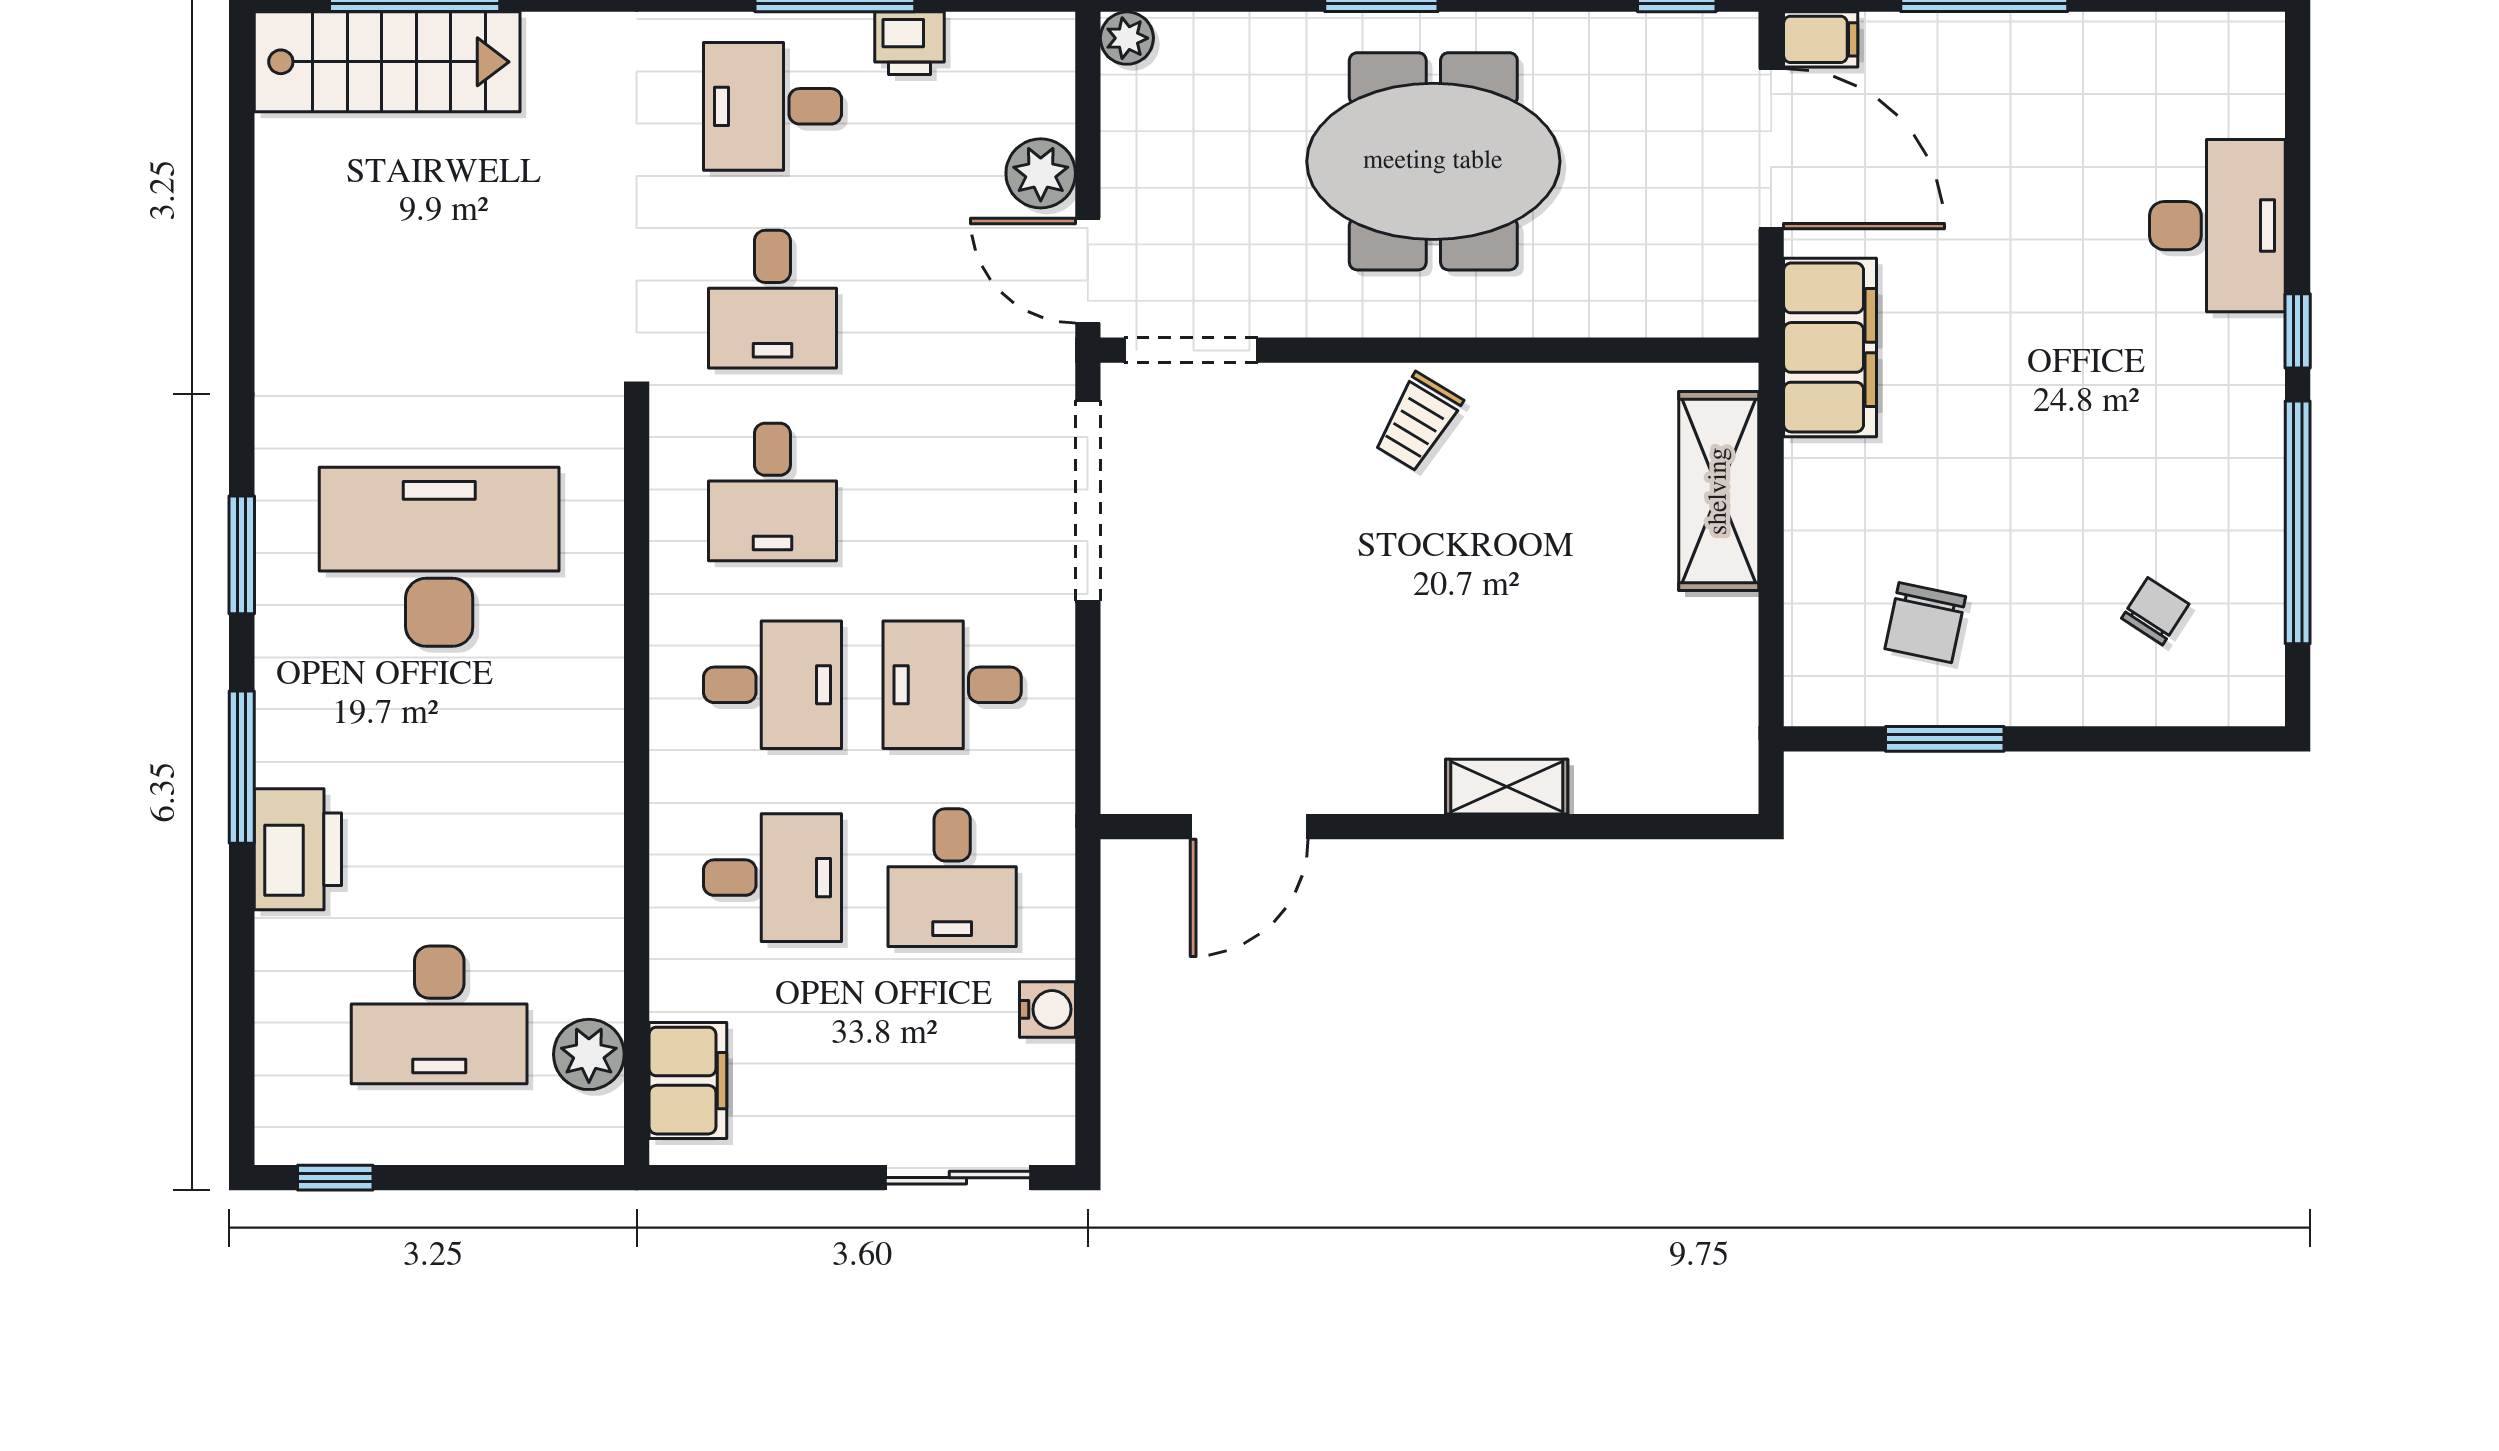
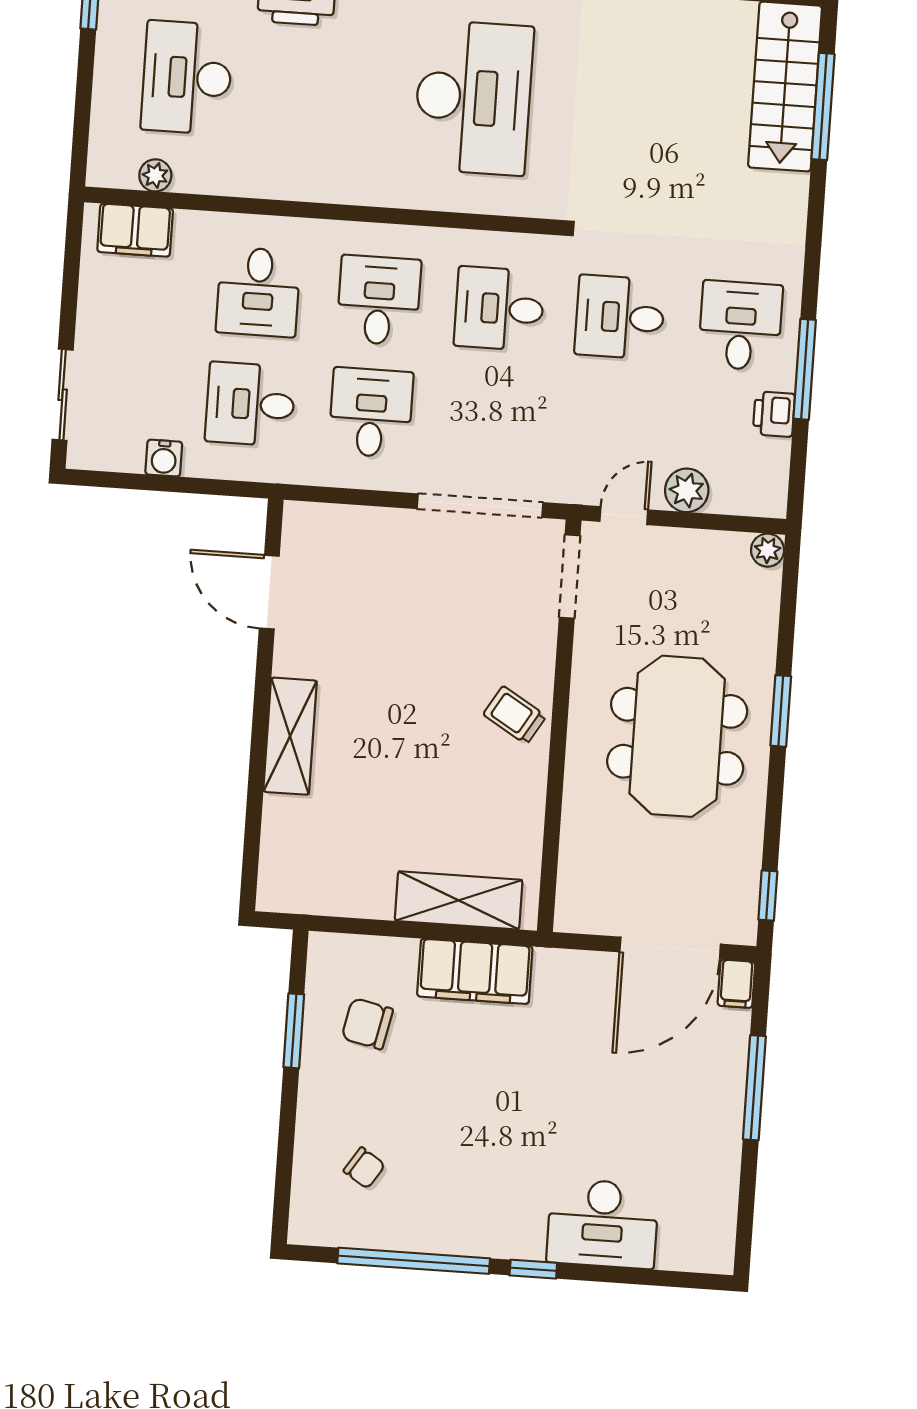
door: (1088, 271) -> (624, 516), width x0.73
filing cabinet: (1830, 347) -> (475, 971), moved
desk: (772, 685) -> (379, 300), turned 180
shelving: (1507, 787) -> (290, 736), width x1.50, depth x1.33
plant: (589, 1054) -> (155, 175), width x0.73, depth x0.73

